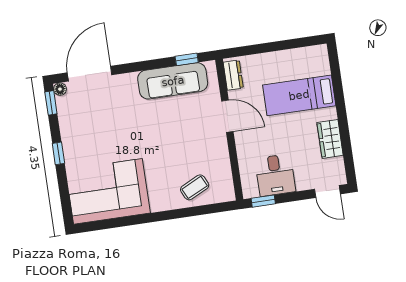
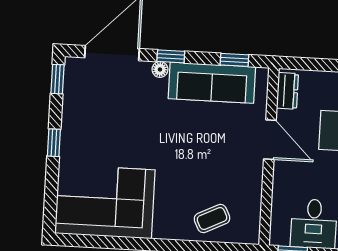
window: (136, 67) -> (171, 56), added
floor lamp: (60, 89) -> (160, 69), moved

